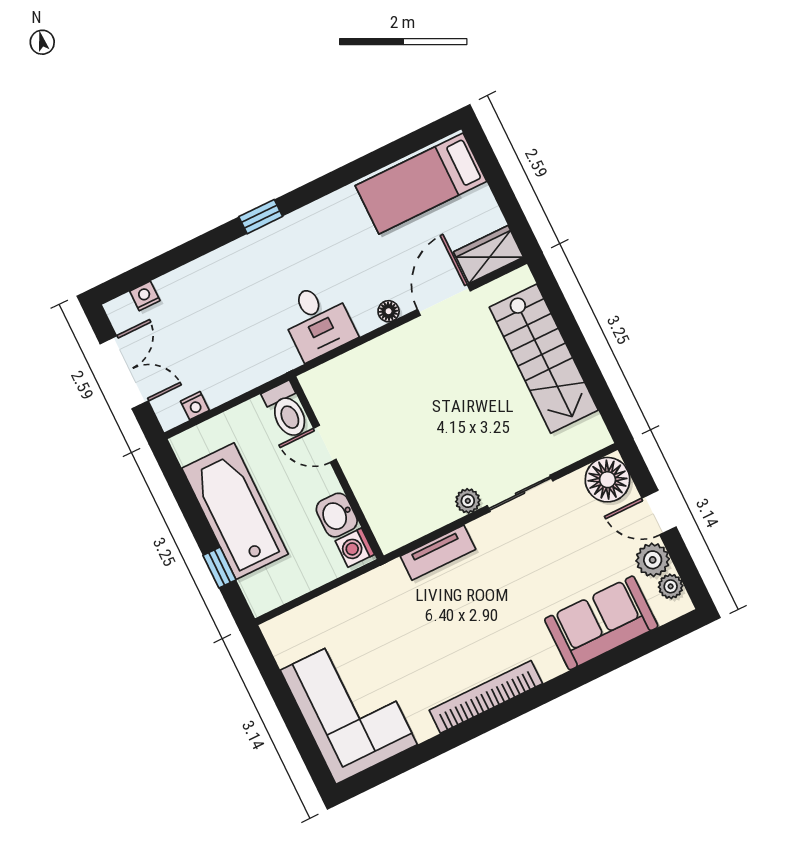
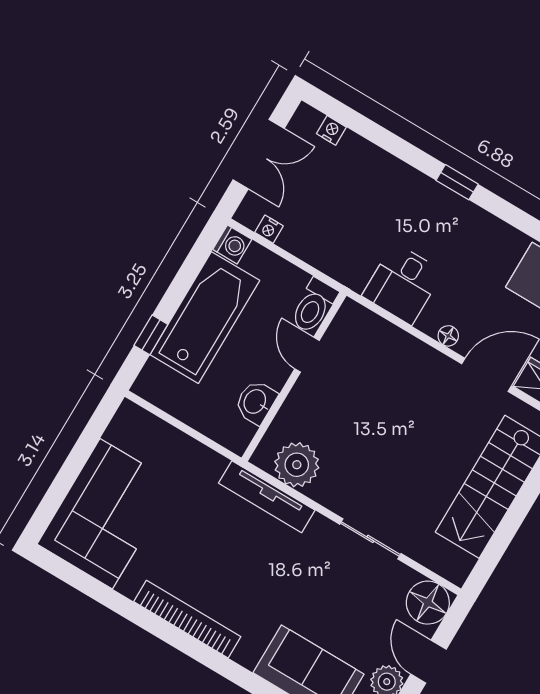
plant: (468, 501) -> (297, 465), moved, width x1.88, depth x1.88
washing machine: (355, 548) -> (232, 244), moved, turned 180
tv unit: (438, 553) -> (267, 497), width x1.41

